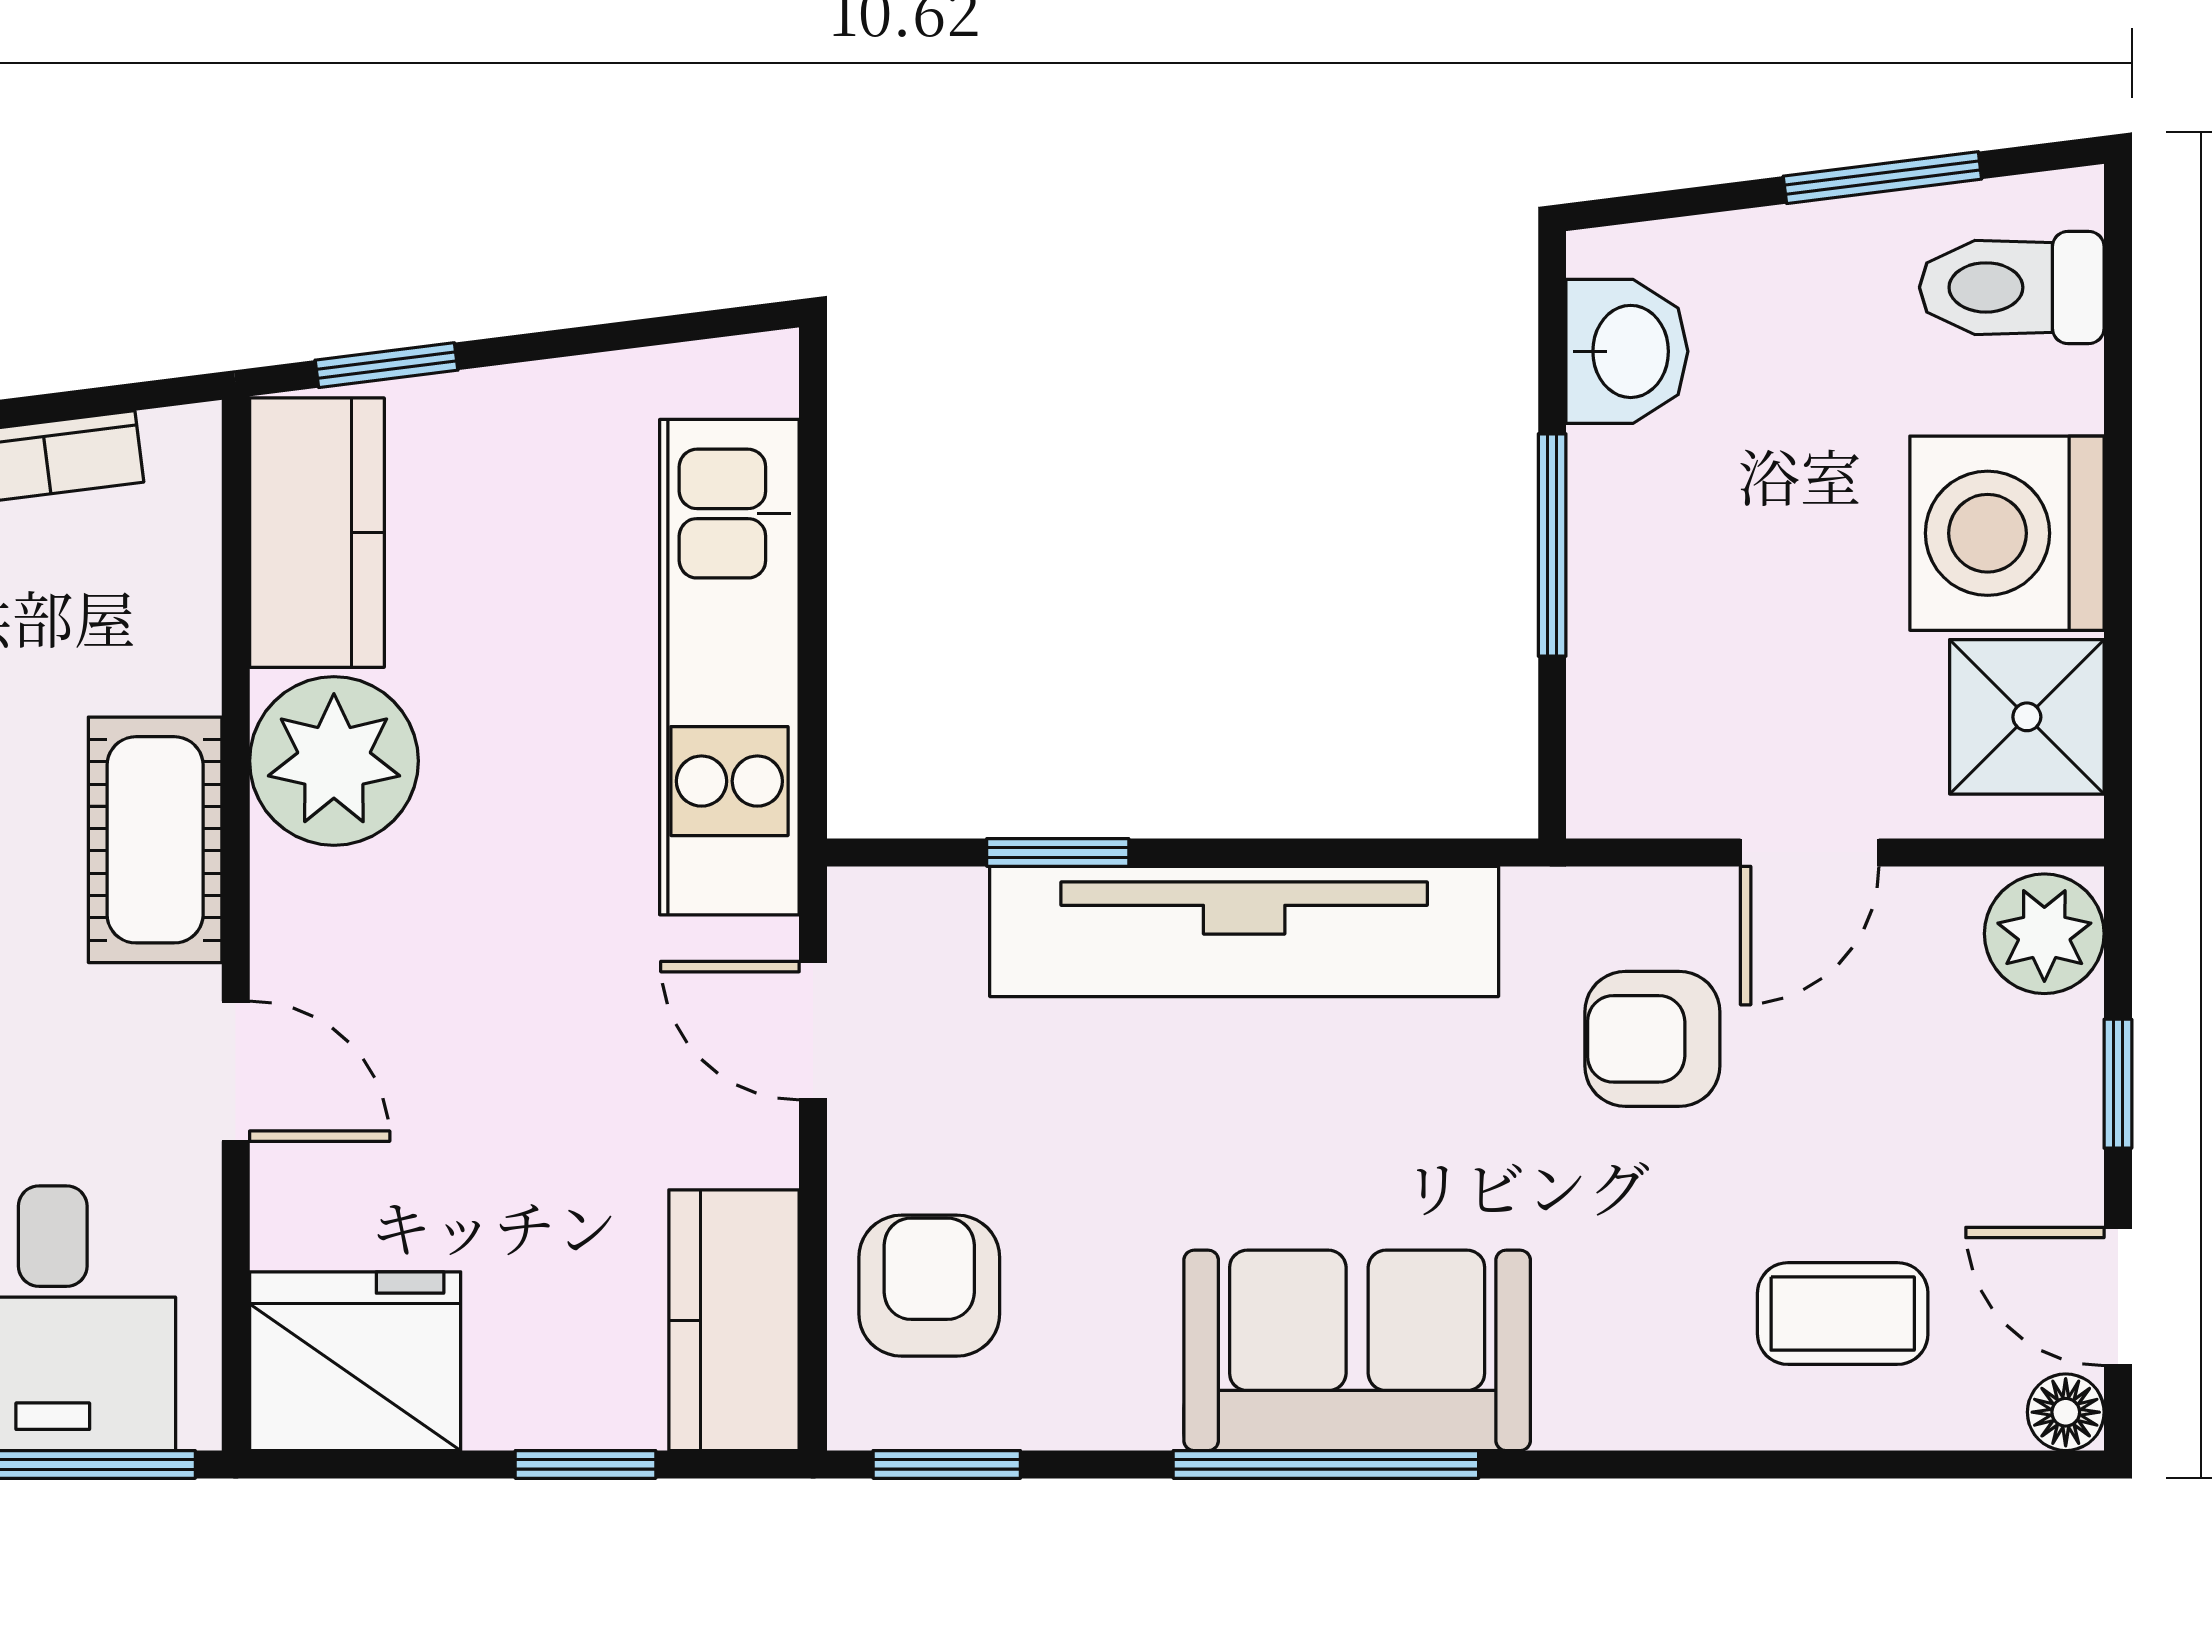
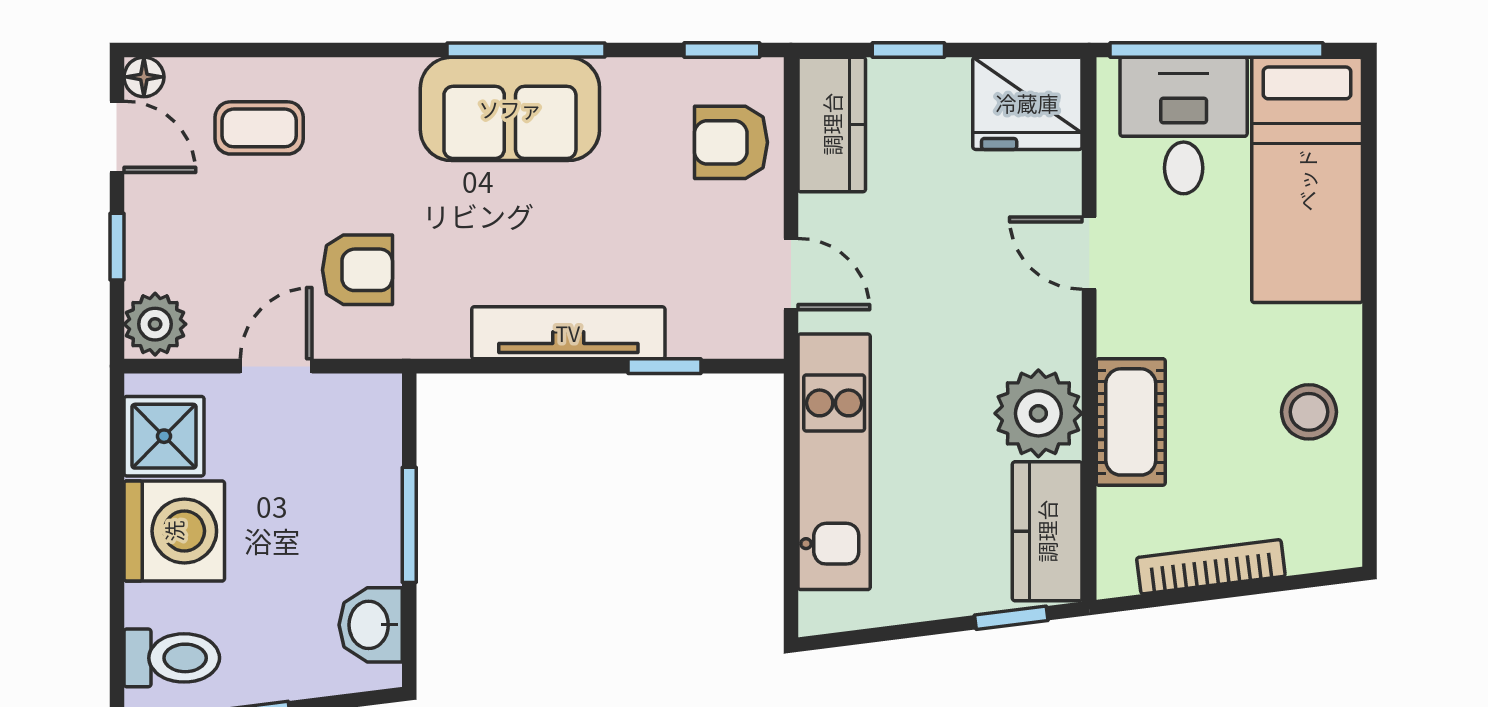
cot: (155, 840) -> (1131, 422), moved
tv unit: (1244, 931) -> (568, 333), width x0.73, depth x0.78
armchair: (929, 1286) -> (731, 142), turned 90

